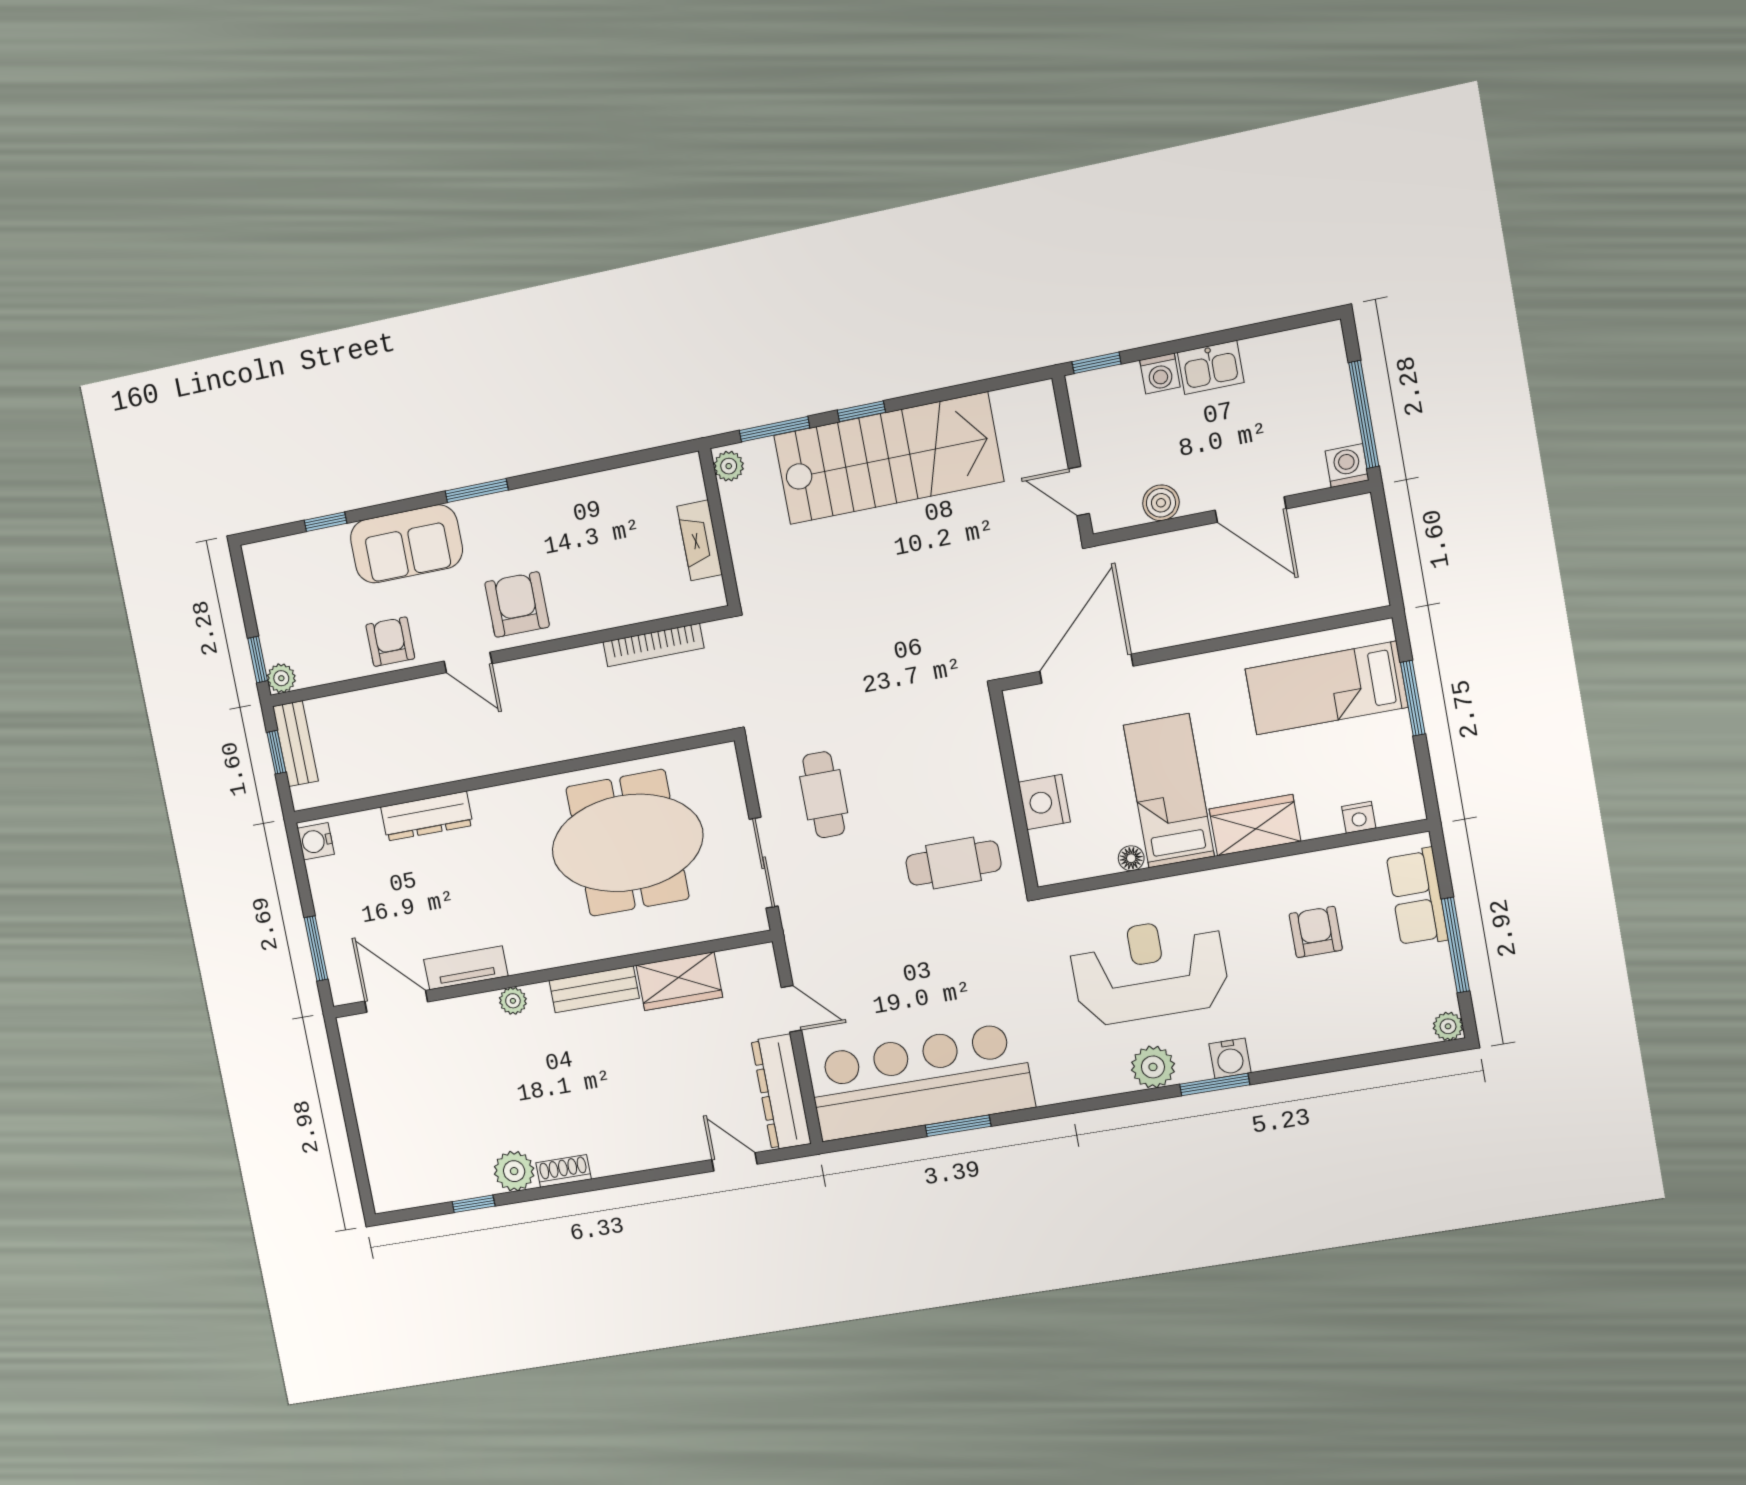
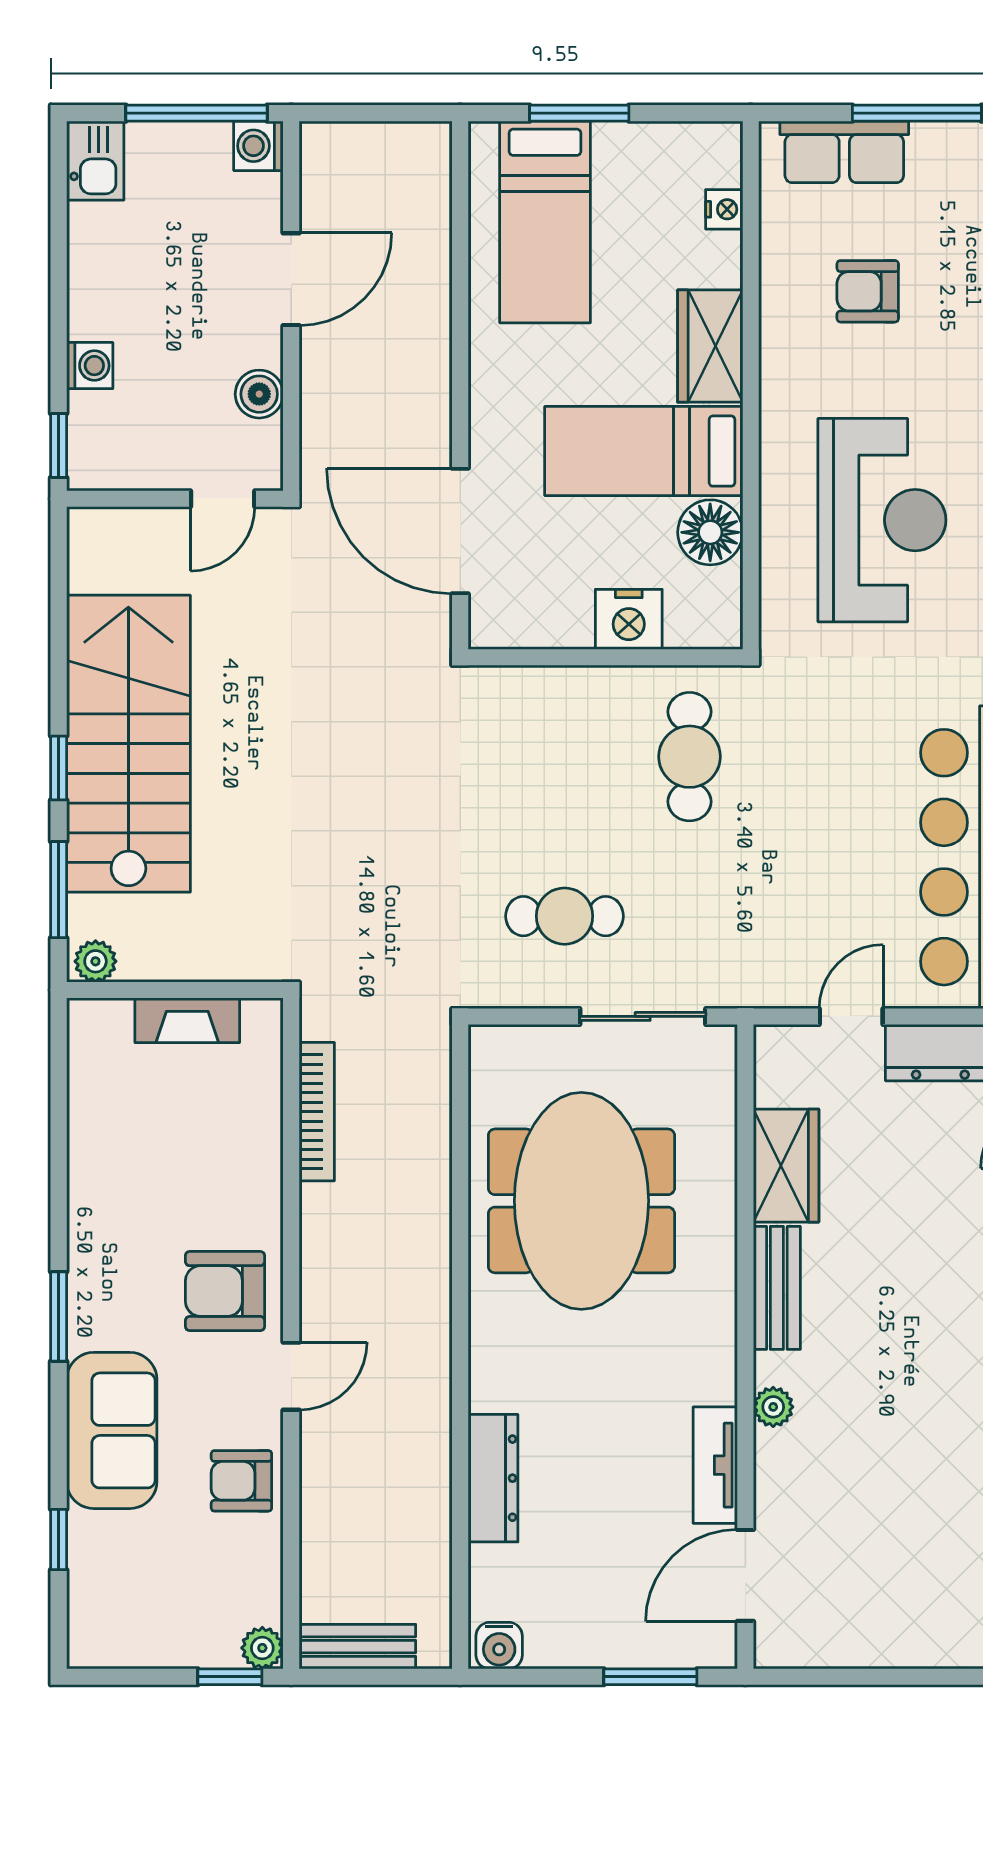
kitchen sink: (1211, 367) -> (95, 161), moved
window: (276, 752) -> (364, 1677), removed
floor lamp: (1131, 858) -> (710, 532), width x1.89, depth x1.89
reception desk: (1149, 971) -> (882, 520), turned 180

